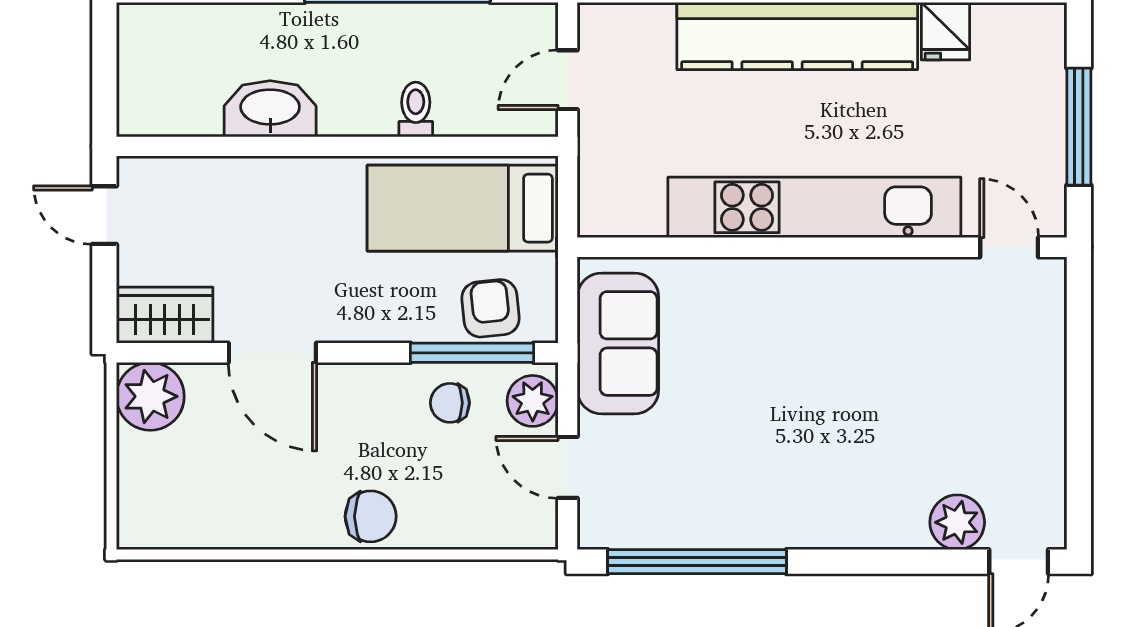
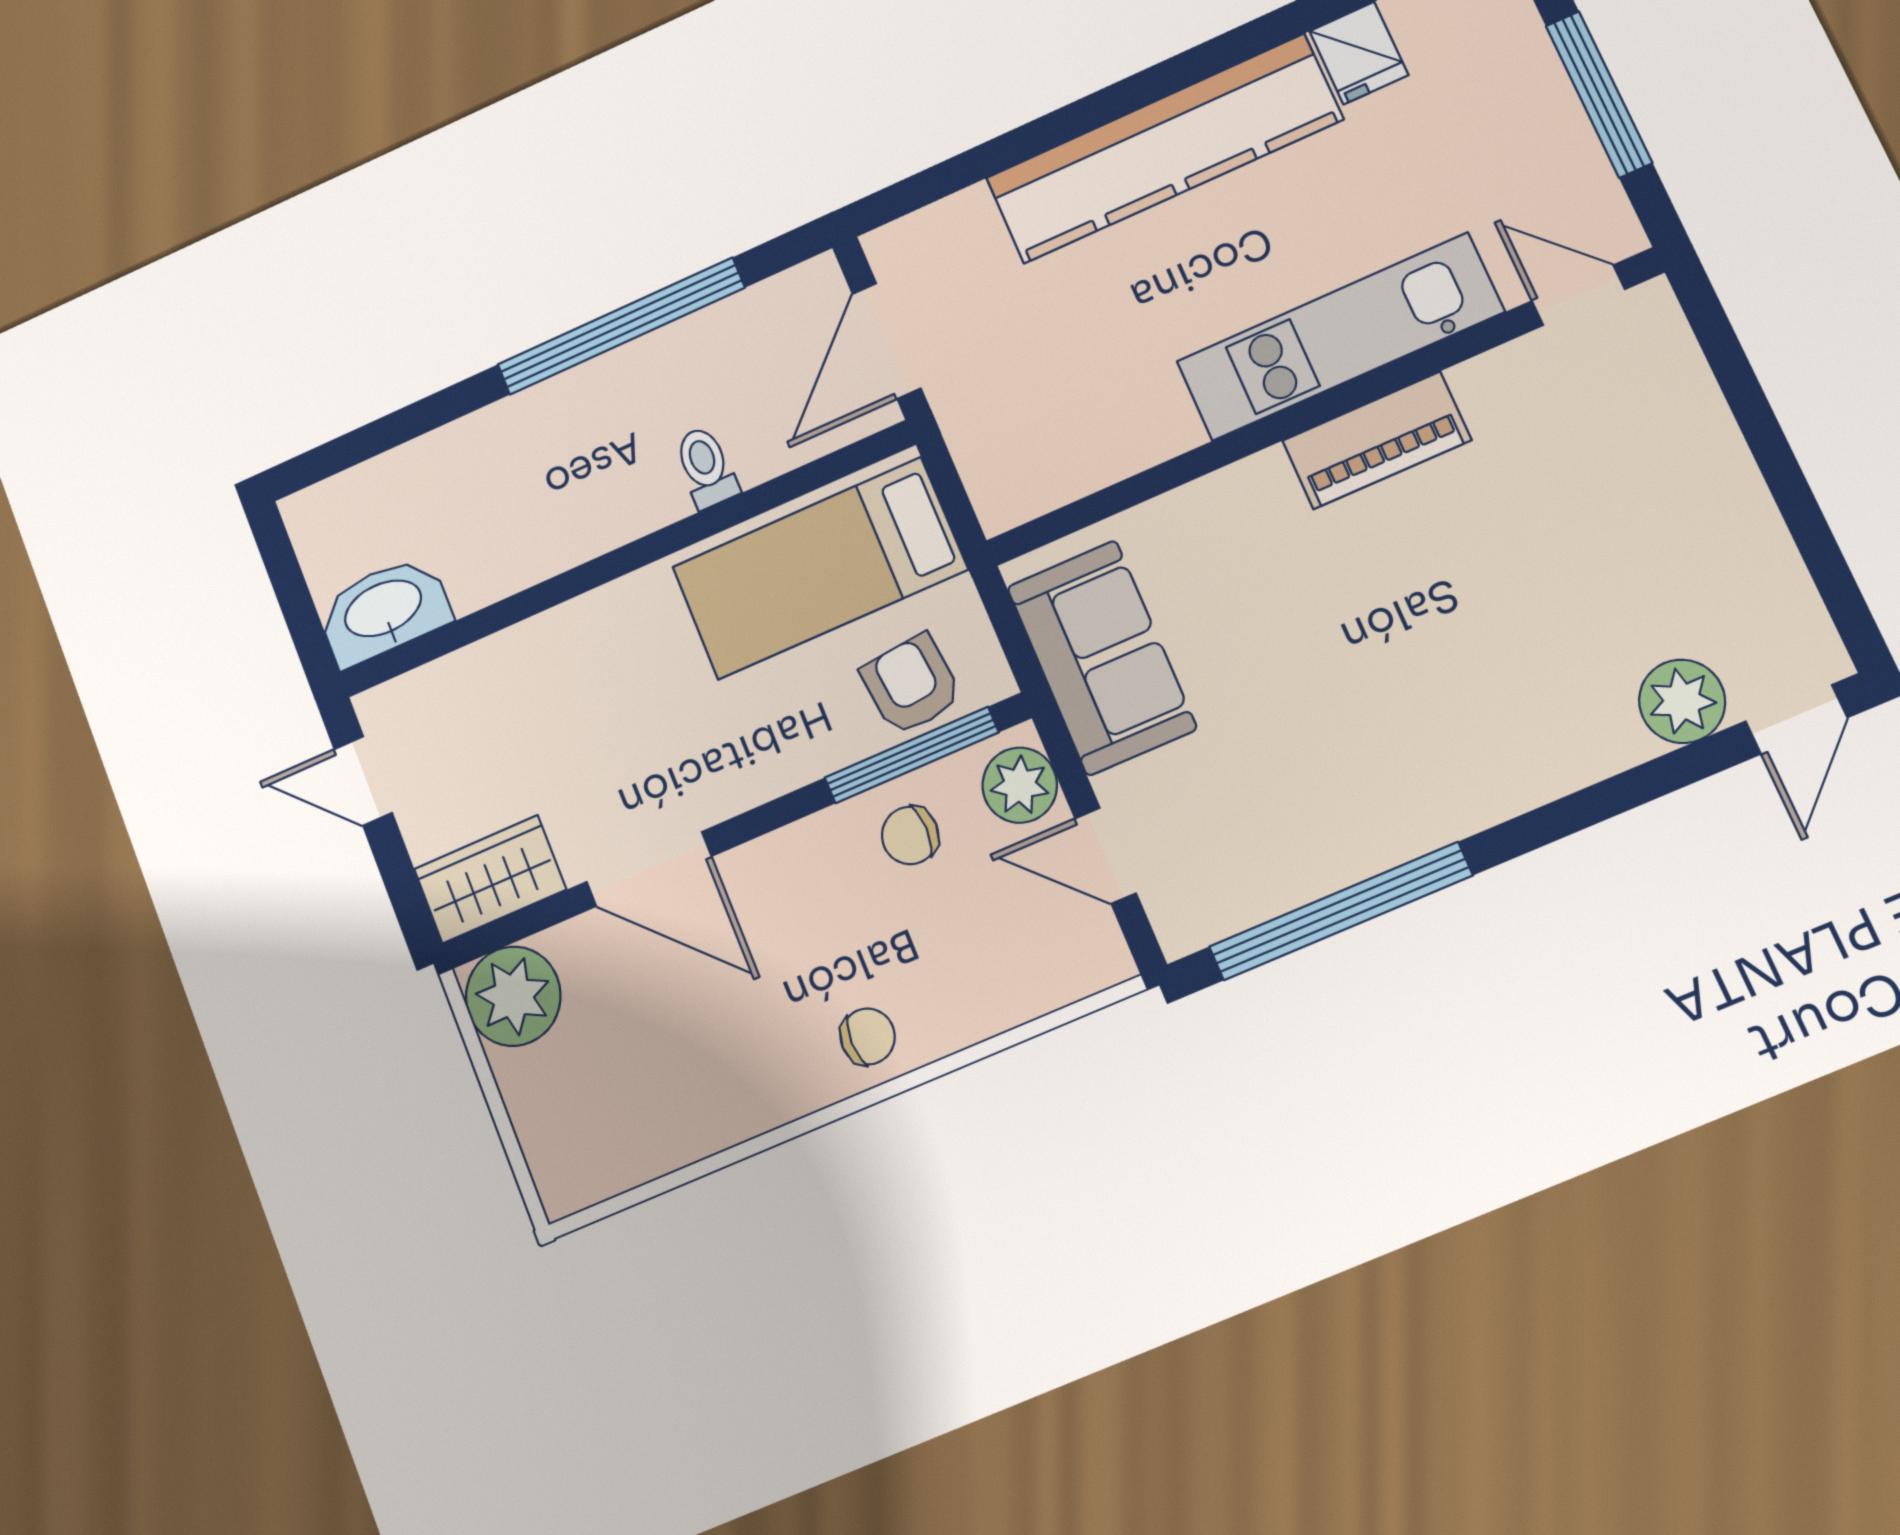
door: (568, 80) -> (887, 341), width x1.38
washbasin: (270, 109) -> (384, 611), moved
kitchen unit: (814, 207) -> (1340, 337), width x0.73
piano: (847, 283) -> (1377, 440), added
chair: (371, 516) -> (868, 1037), width x0.73, depth x0.73

